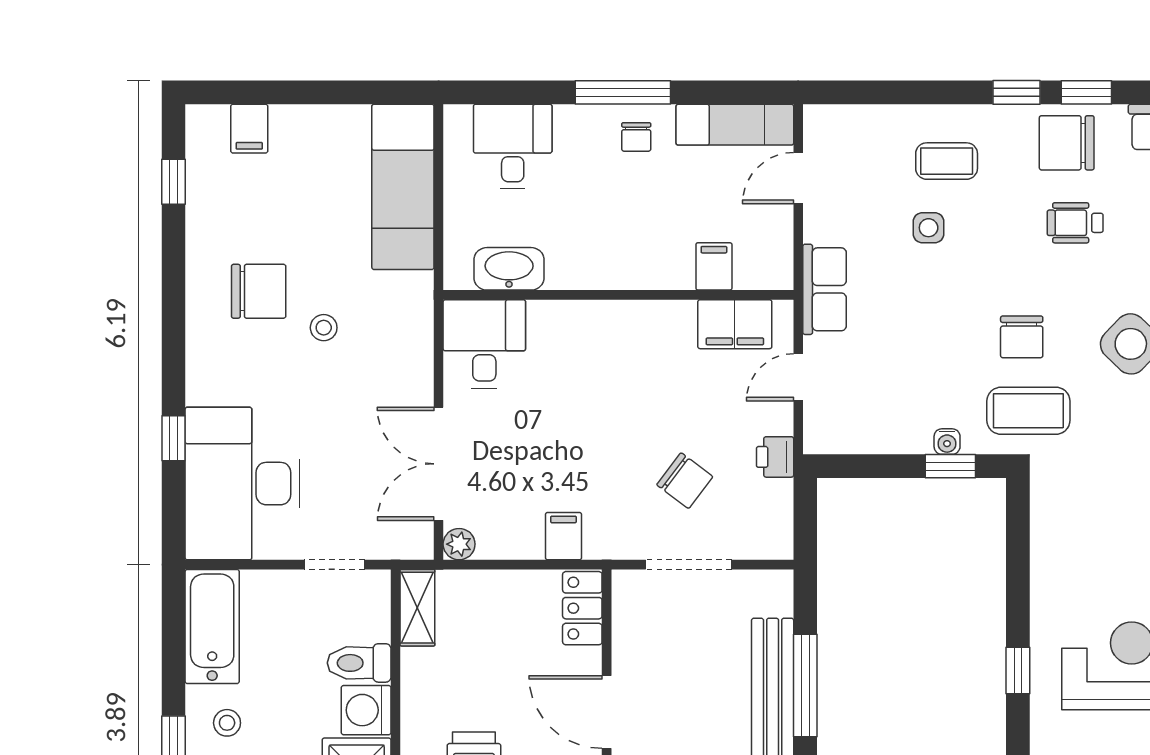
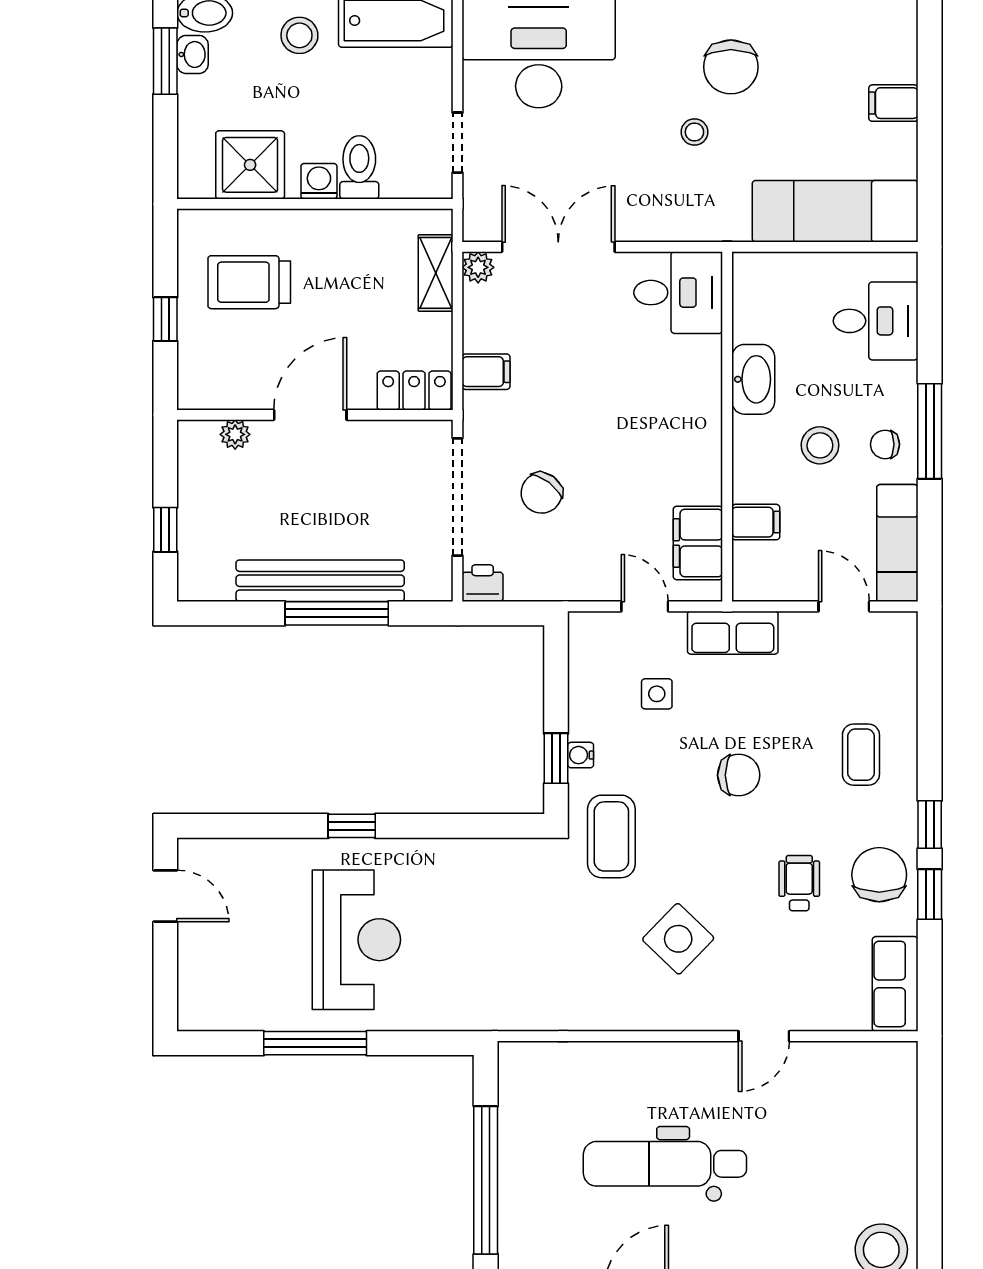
filing cabinet: (249, 129) -> (893, 103), moved
stool: (637, 202) -> (820, 445), added
side table: (929, 228) -> (657, 694), moved
washbasin: (509, 269) -> (753, 379), moved
chair: (1022, 337) -> (739, 775), moved, turned 180
printer: (775, 457) -> (483, 583), moved
doorway: (689, 565) -> (458, 497), width x1.36
shelving: (417, 608) -> (436, 273), moved, turned 90
washing machine: (366, 710) -> (319, 181), width x0.73, depth x0.73
stool: (227, 723) -> (299, 35), width x1.37, depth x1.37

